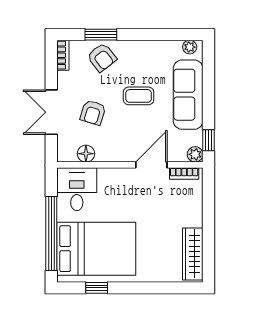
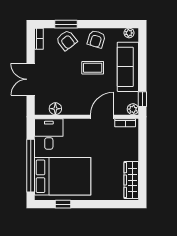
armchair: (93, 112) -> (96, 39), moved

